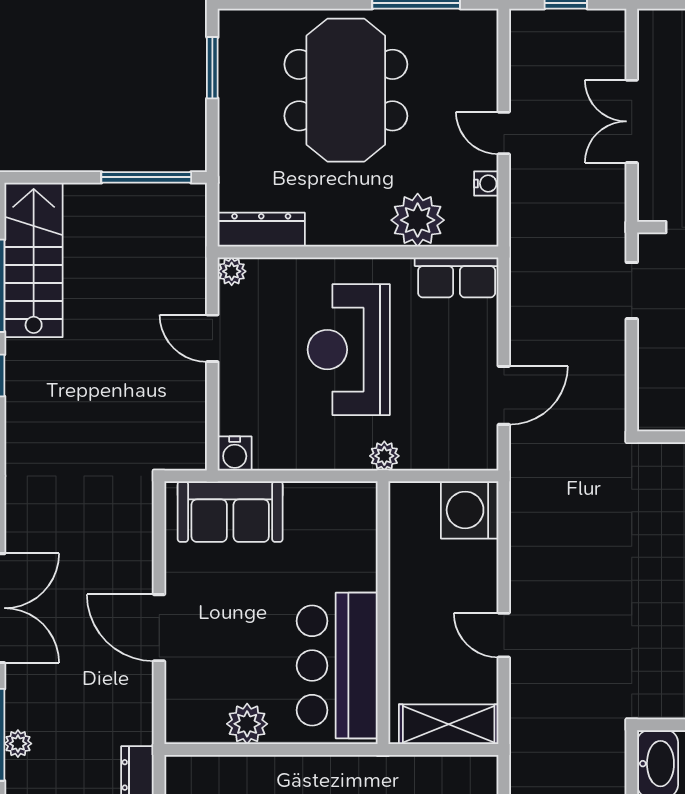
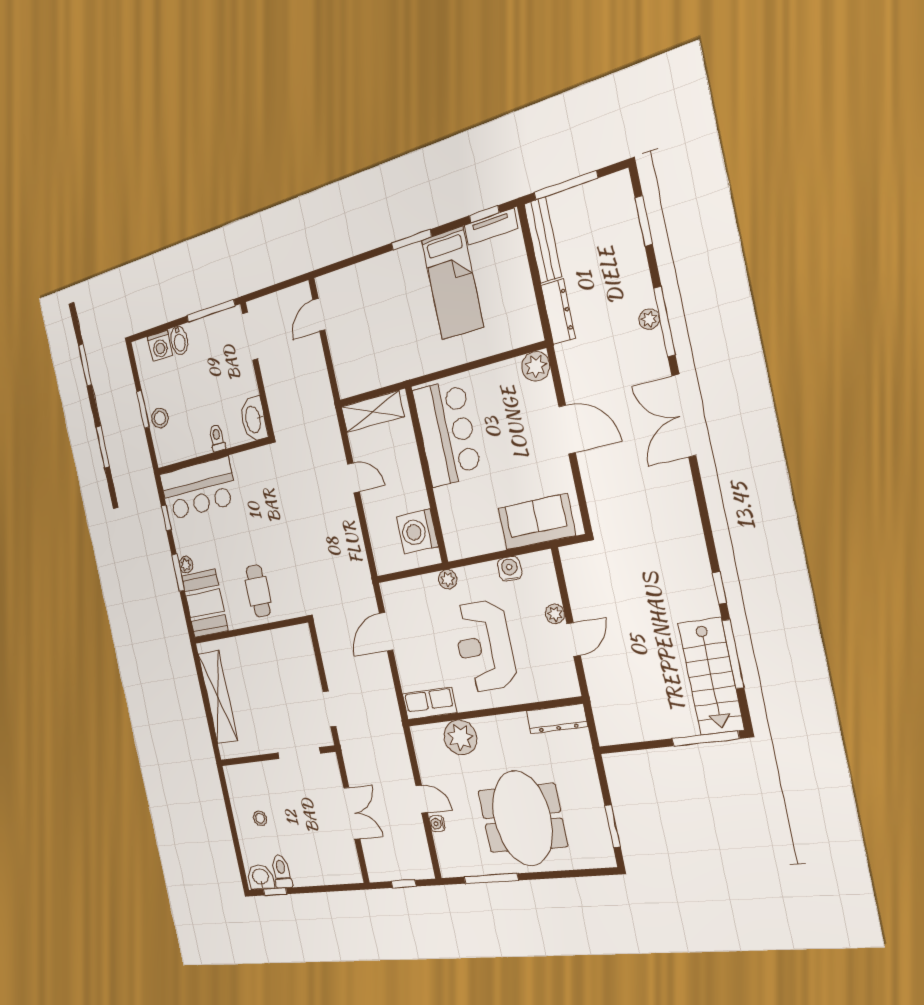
window: (146, 177) -> (705, 739), moved
water cooler: (486, 184) -> (437, 824), moved
plant: (232, 271) -> (555, 614), moved
door: (212, 338) -> (574, 640), hinge flipped
reception desk: (349, 350) -> (484, 646), turned 180
water cooler: (235, 454) -> (510, 569), moved
washing machine: (470, 510) -> (417, 532), moved, turned 180
plant: (247, 724) -> (536, 366), moved

